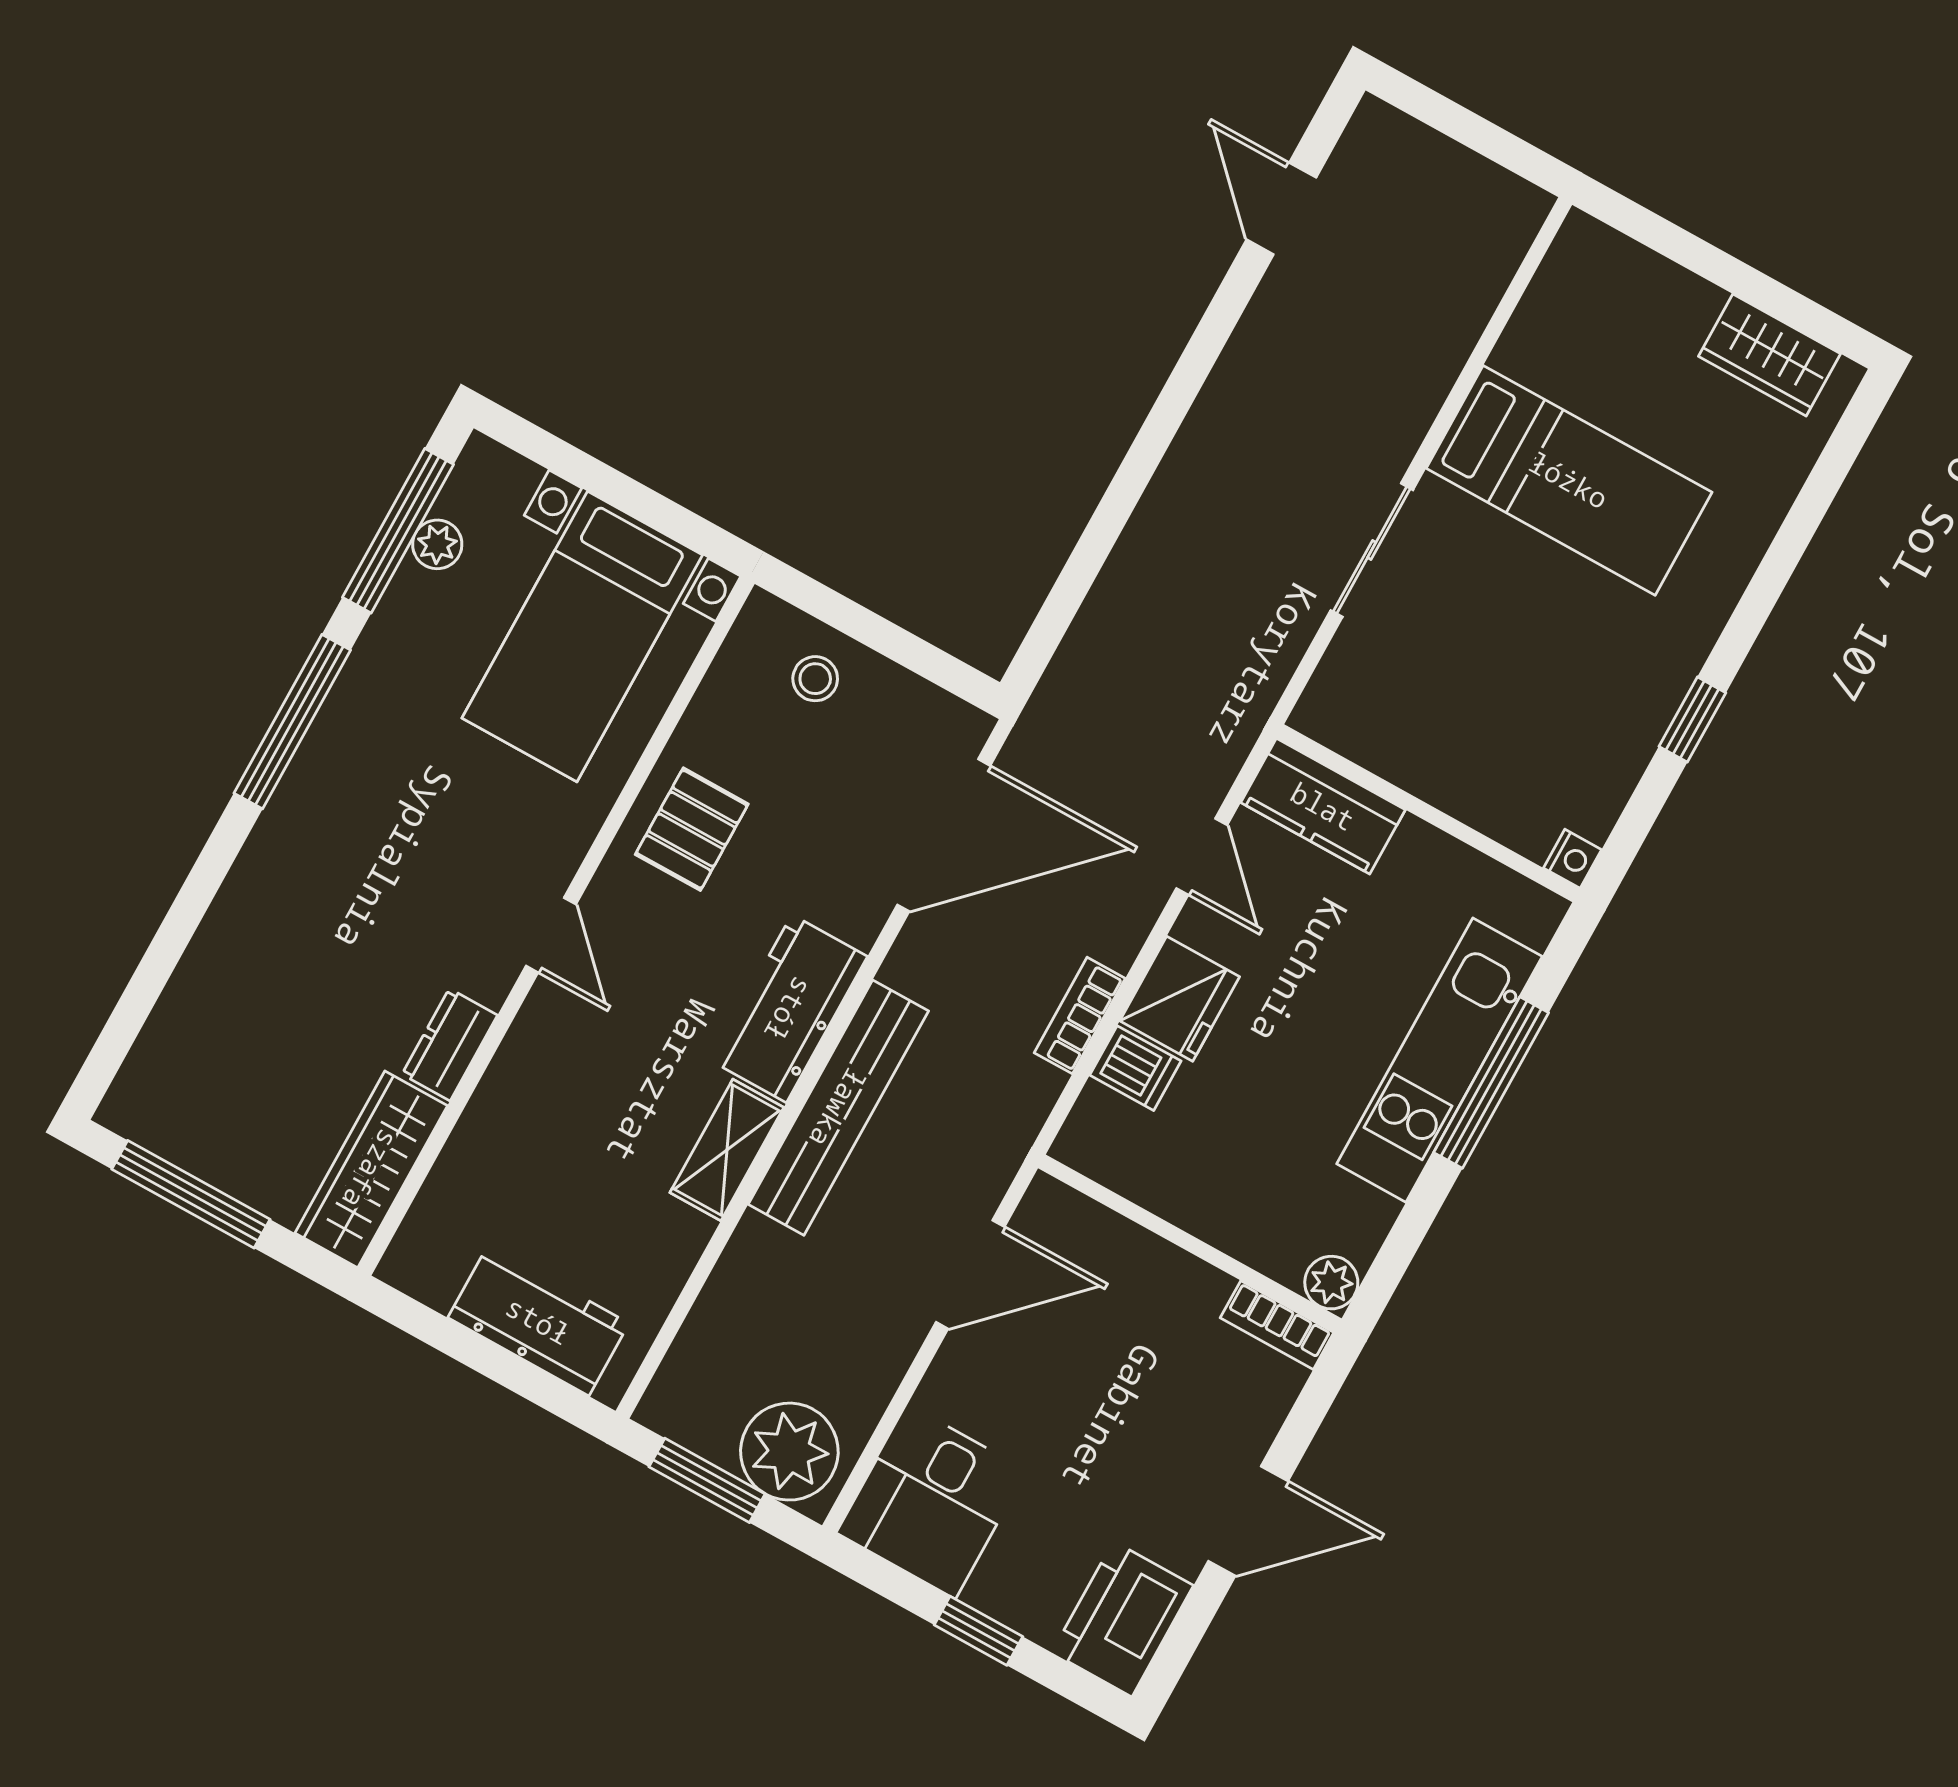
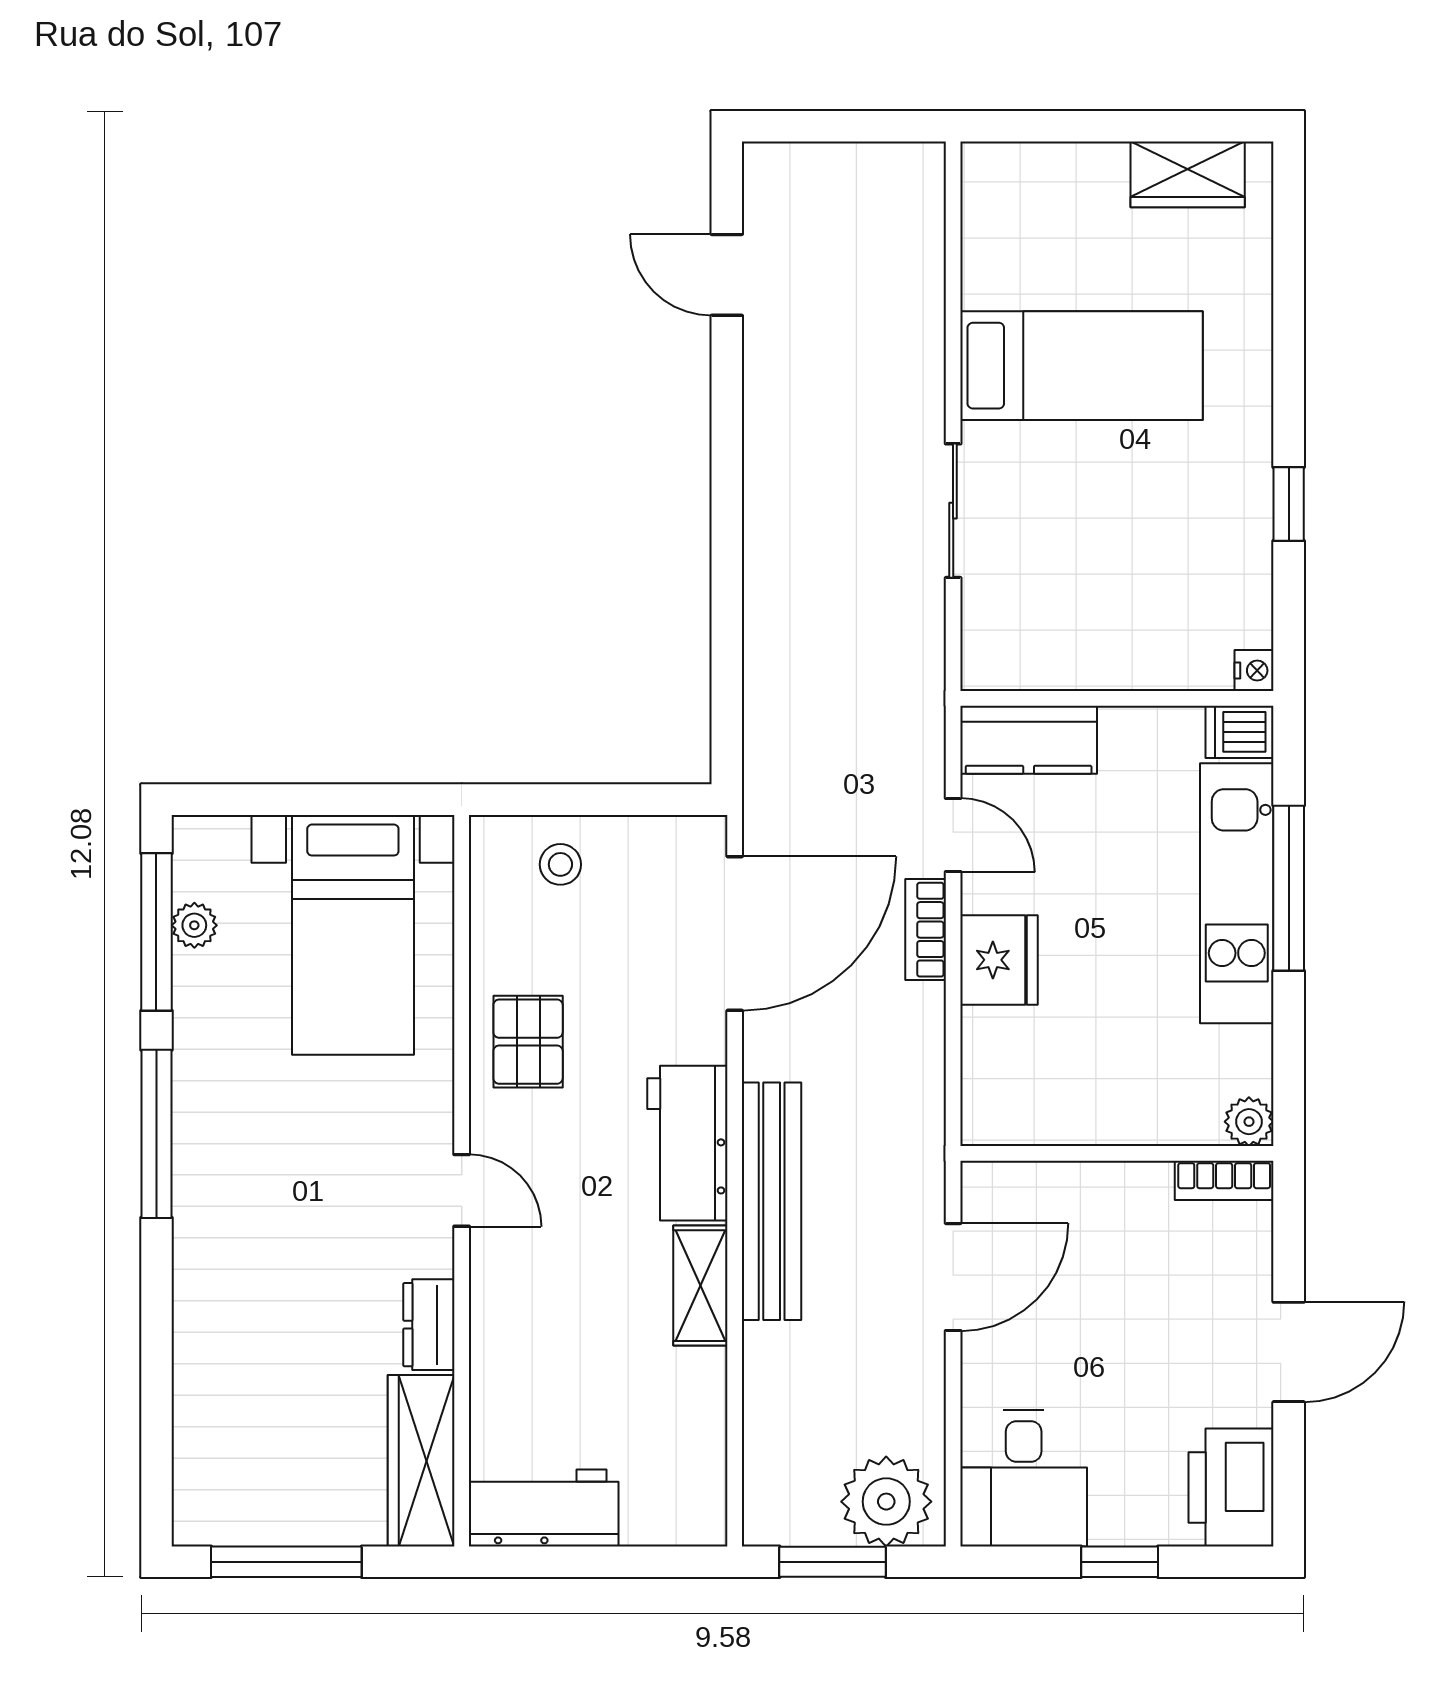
bookcase: (1080, 1016) -> (926, 930), moved
dishwasher: (1135, 1068) -> (1240, 732), moved, turned 180
workbench: (538, 1320) -> (544, 1508), moved

